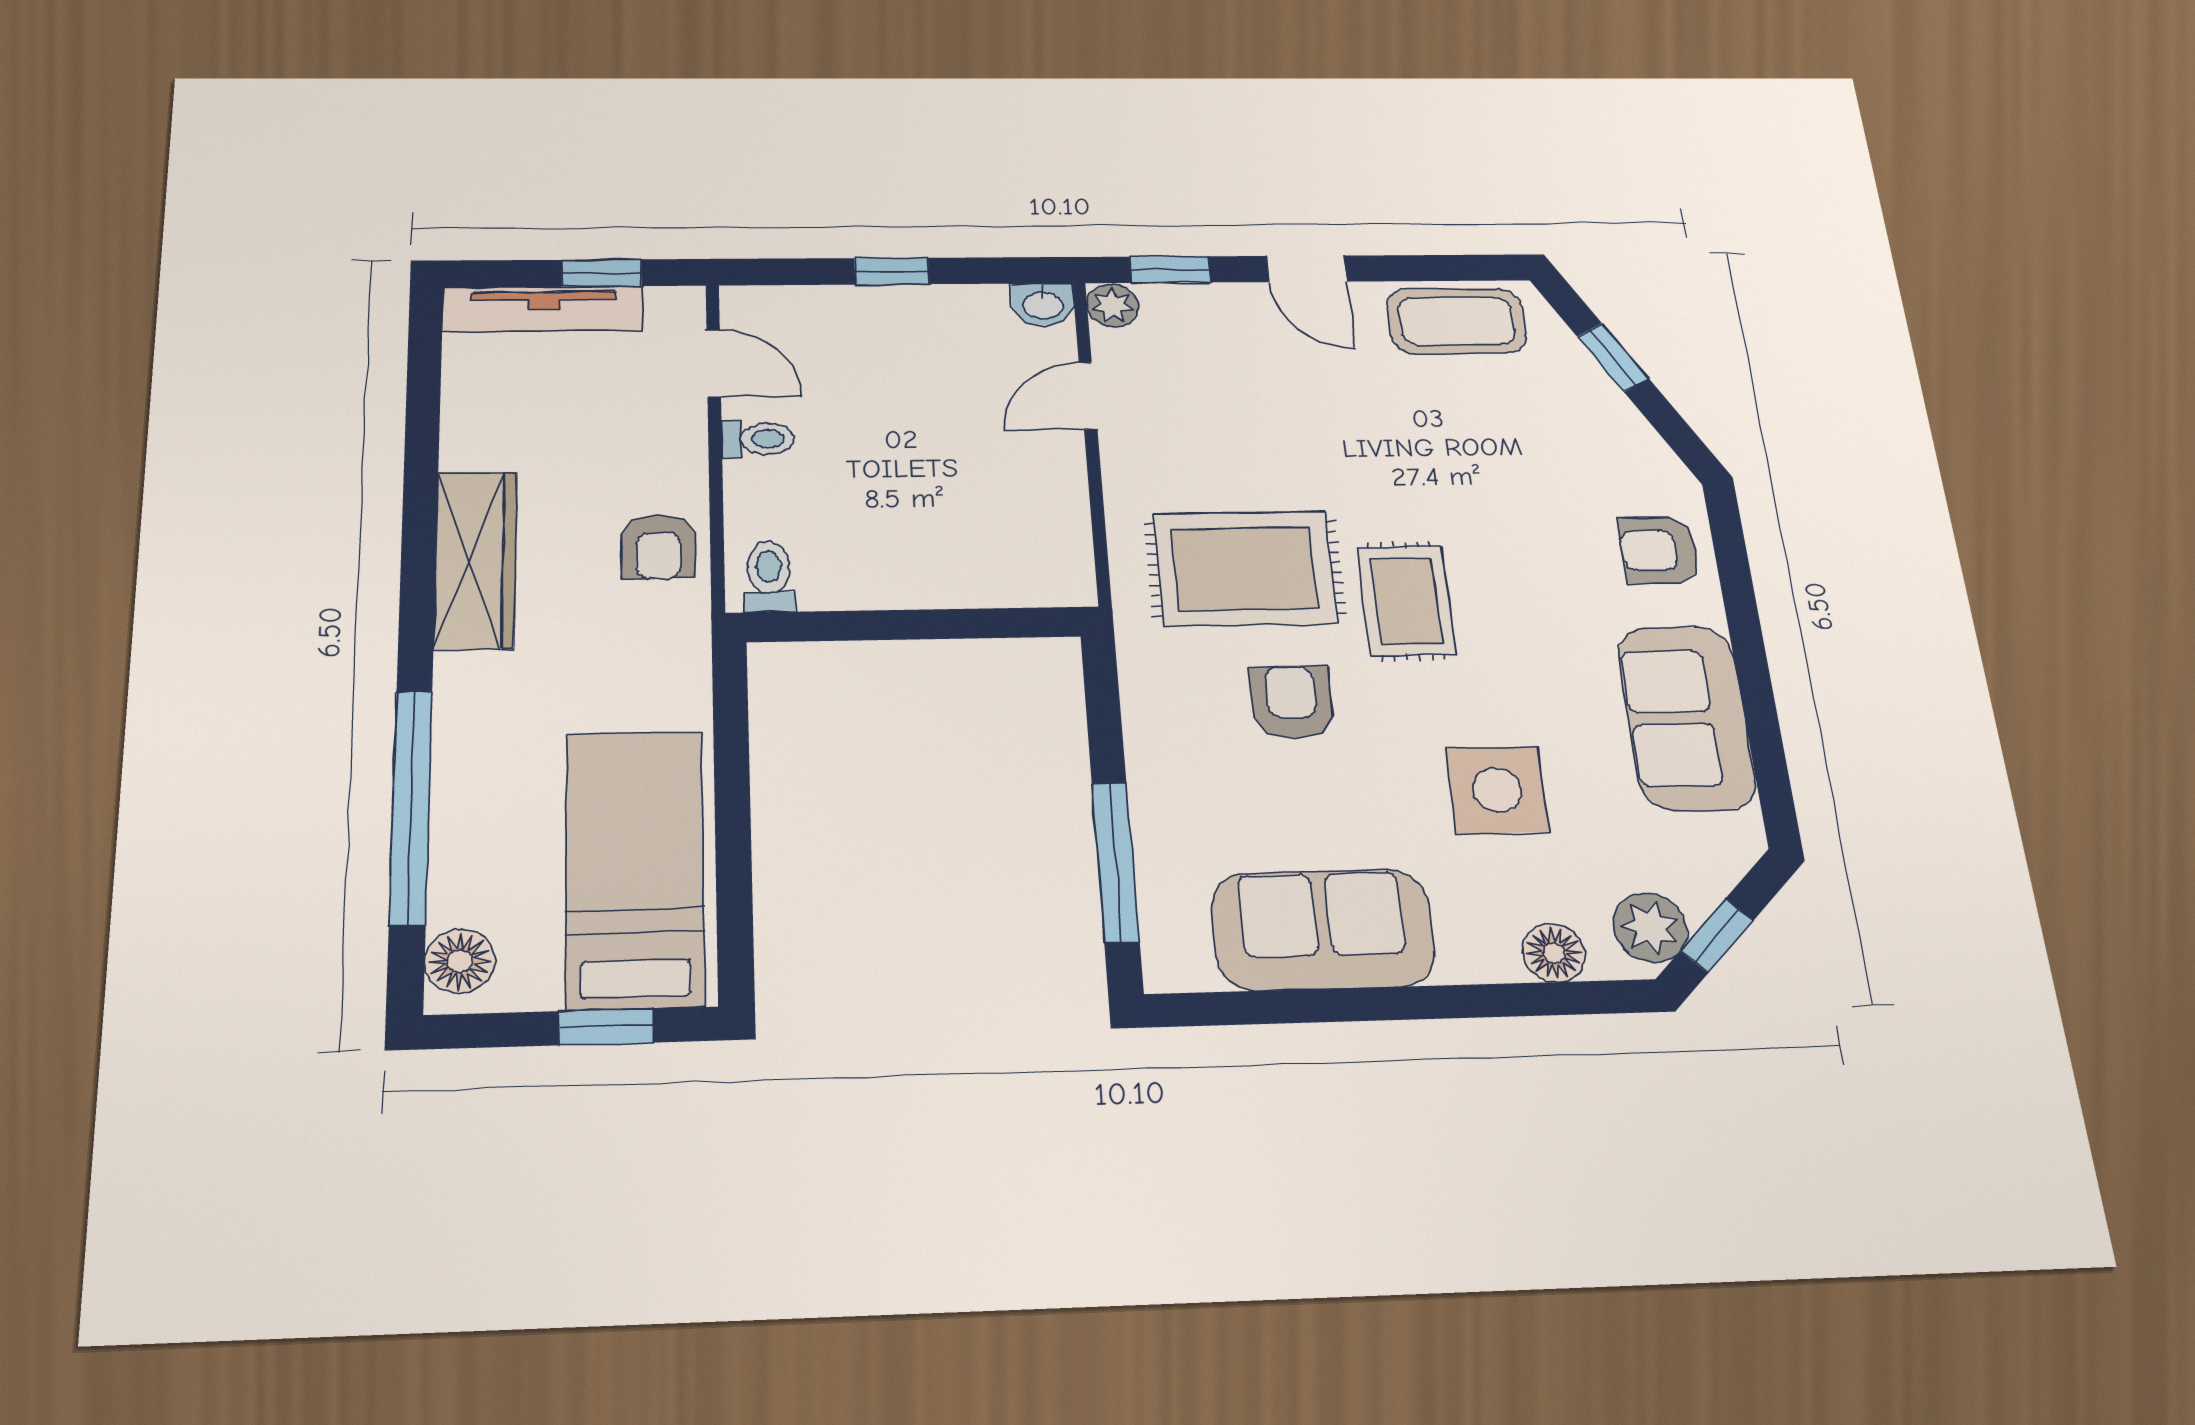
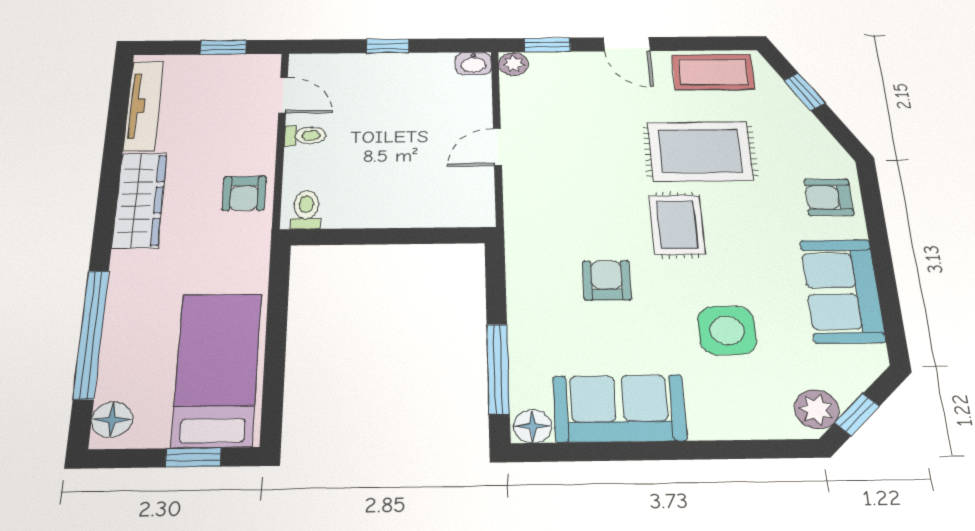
tv unit: (543, 309) -> (143, 106), moved, turned -90
door: (1088, 396) -> (497, 147), moved
rug: (1245, 569) -> (700, 151), moved
floor lamp: (1554, 953) -> (533, 426), moved

